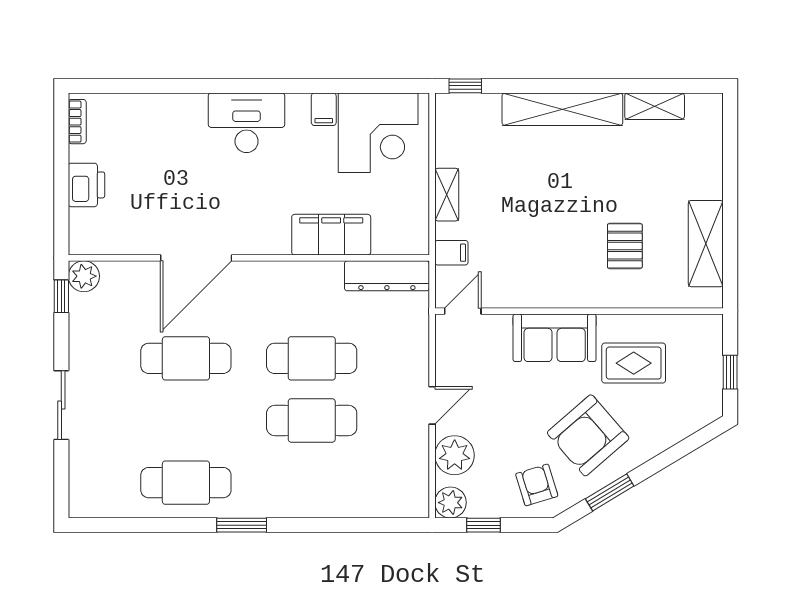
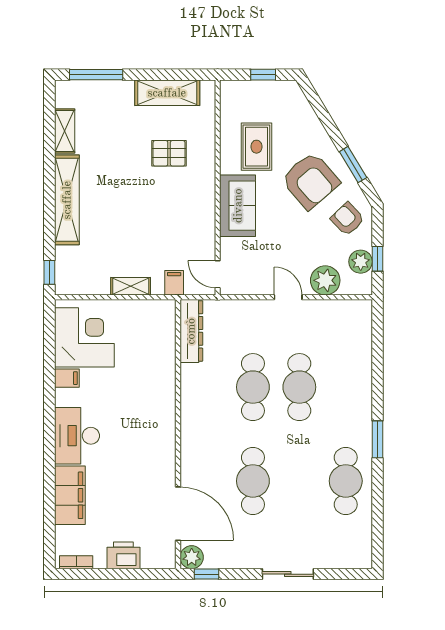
window: (730, 148) -> (96, 75), added
filing cabinet: (331, 235) -> (70, 495), moved, turned 180
door: (196, 258) -> (178, 514), moved
armchair: (537, 485) -> (347, 219), turned 63
plant: (451, 503) -> (361, 262), moved

